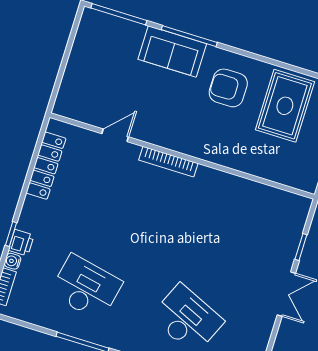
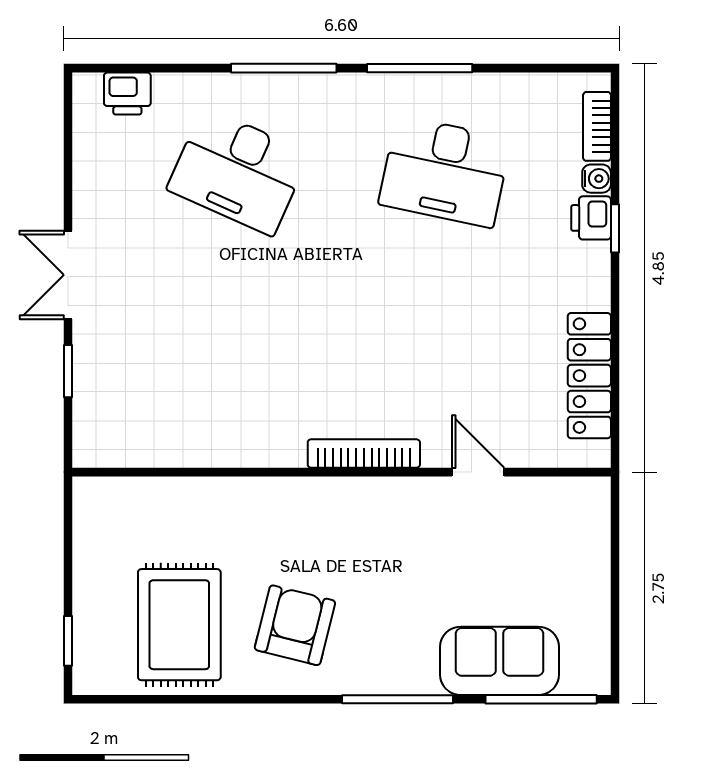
sofa: (172, 51) -> (499, 661), moved
armchair: (228, 88) -> (295, 625), turned -76
door: (115, 135) -> (478, 472), swing flipped

